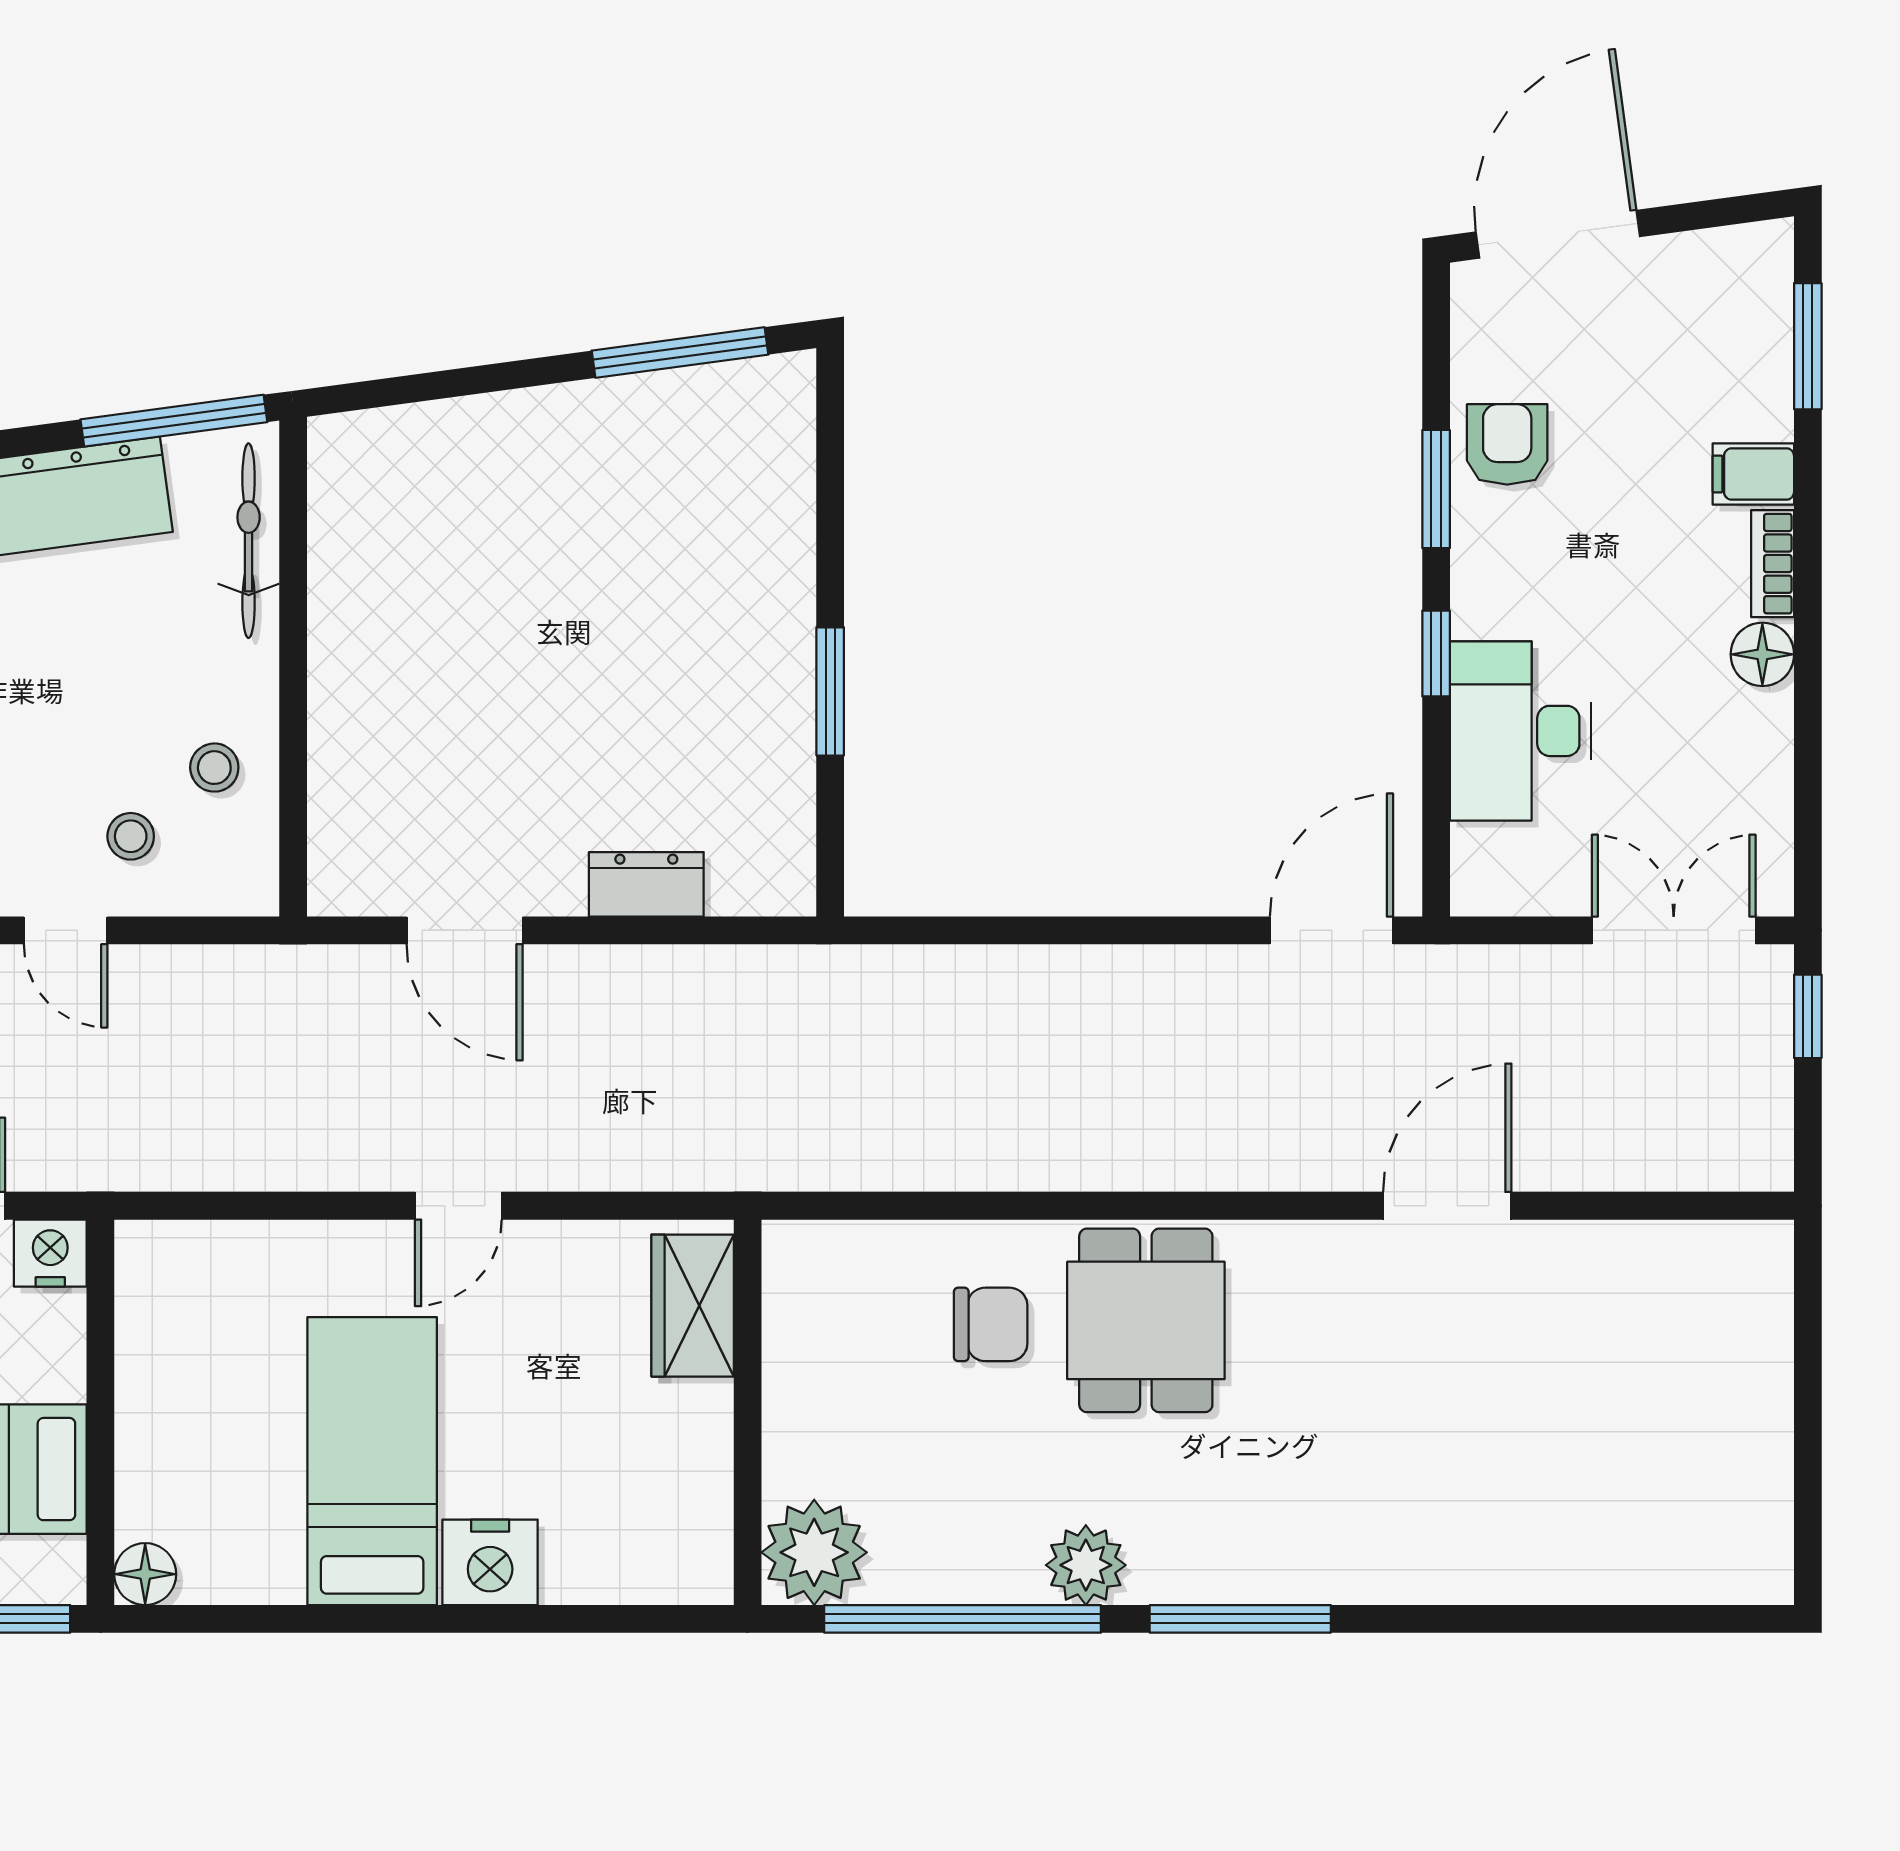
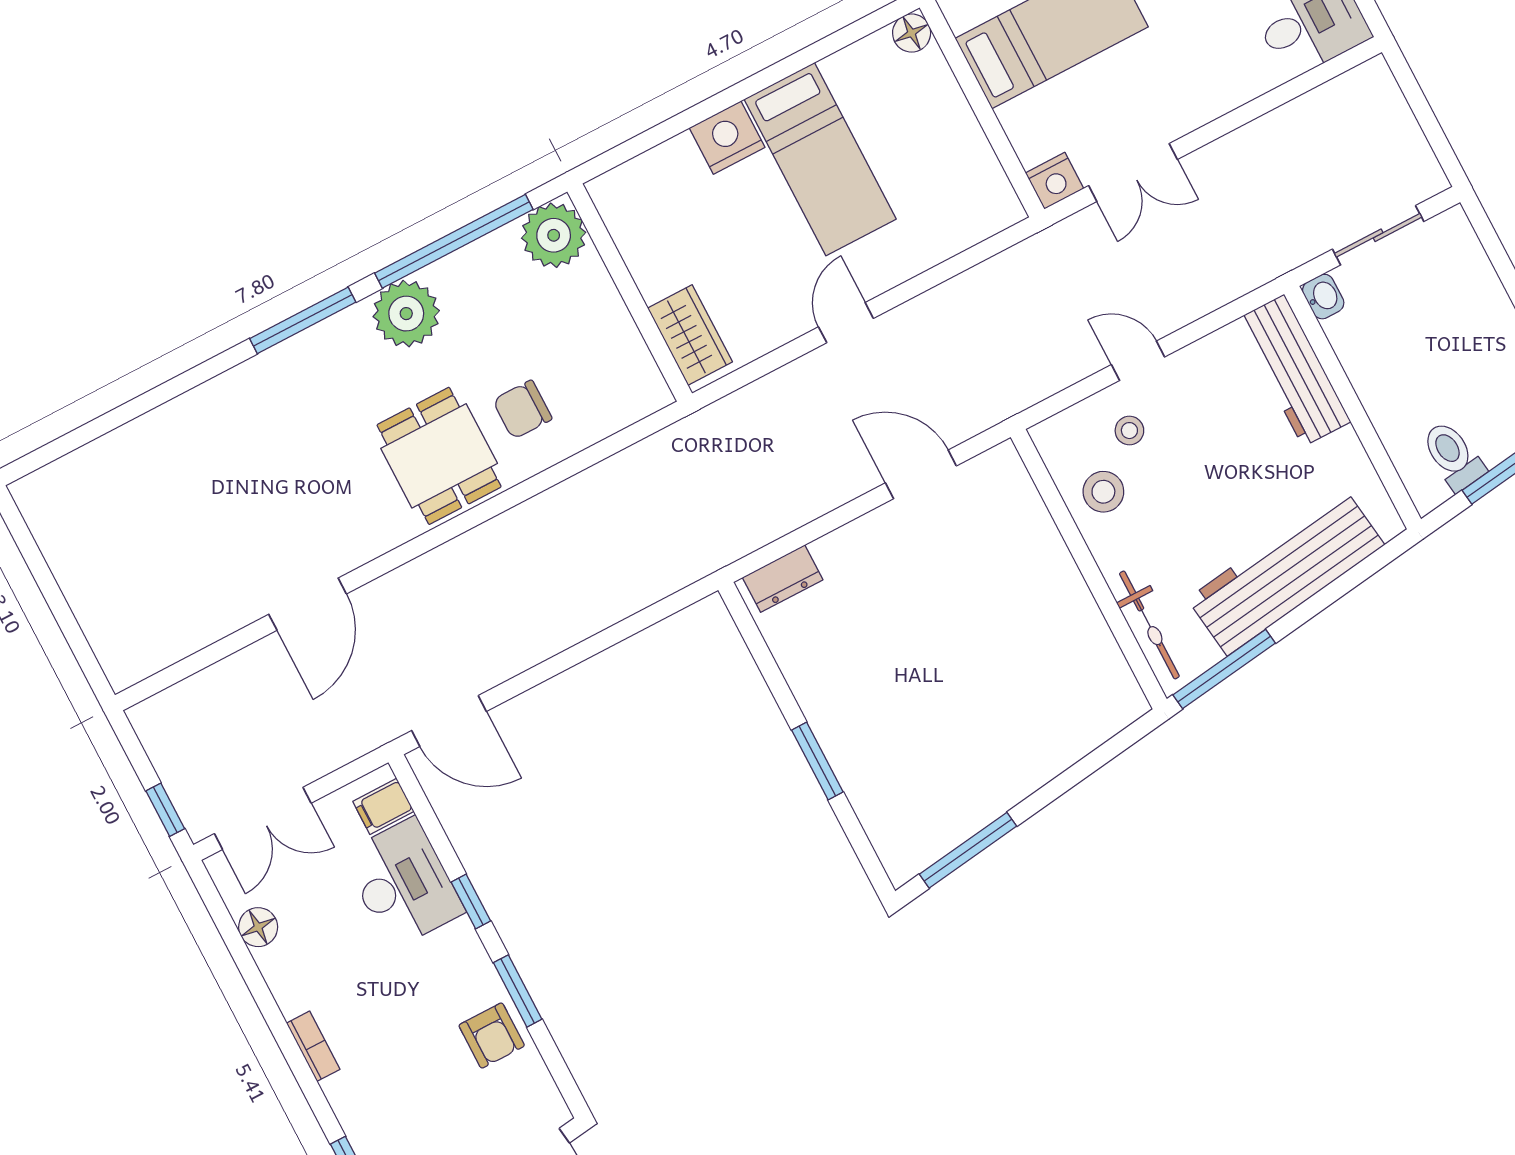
filing cabinet: (1753, 474) -> (383, 806), moved, turned 180
floor lamp: (1762, 654) -> (258, 927), moved
window: (830, 691) -> (817, 761), moved
stool: (214, 768) -> (1103, 492), width x1.37, depth x1.37
dresser: (646, 884) -> (783, 579), moved
door: (1331, 930) -> (449, 721), hinge flipped
plant: (1086, 1565) -> (406, 314), width x1.36, depth x1.36

